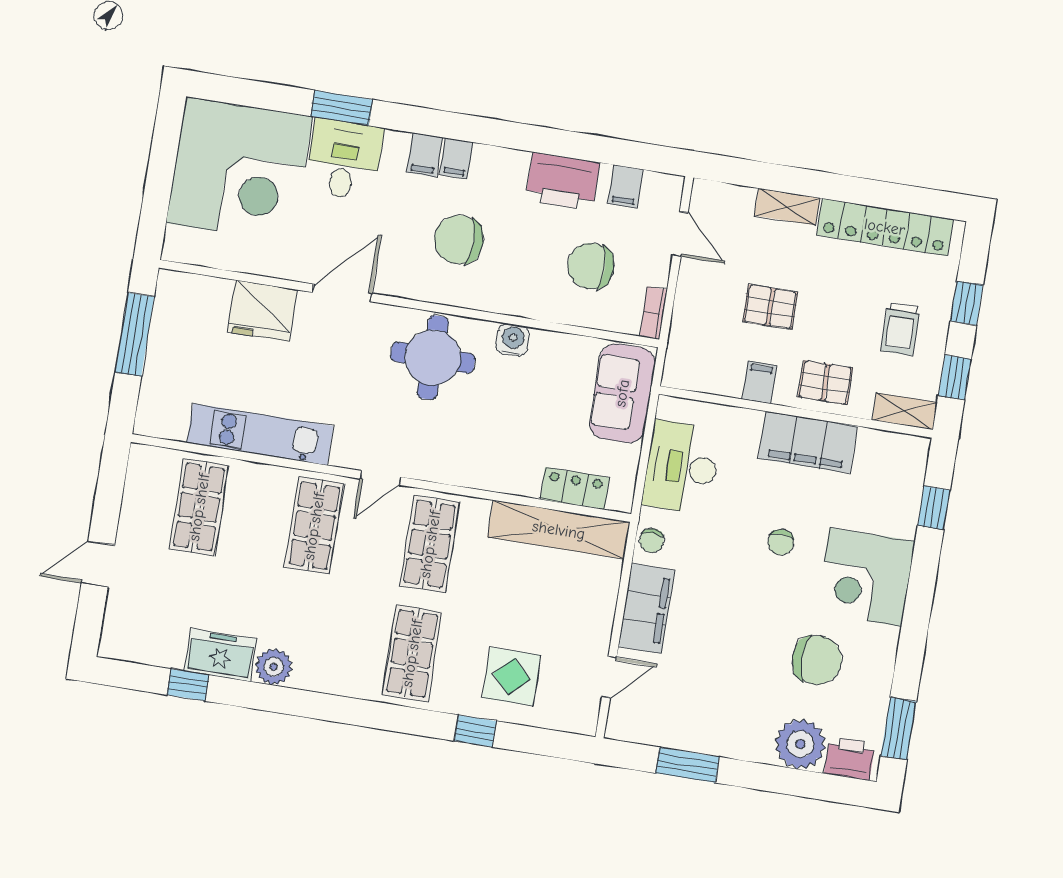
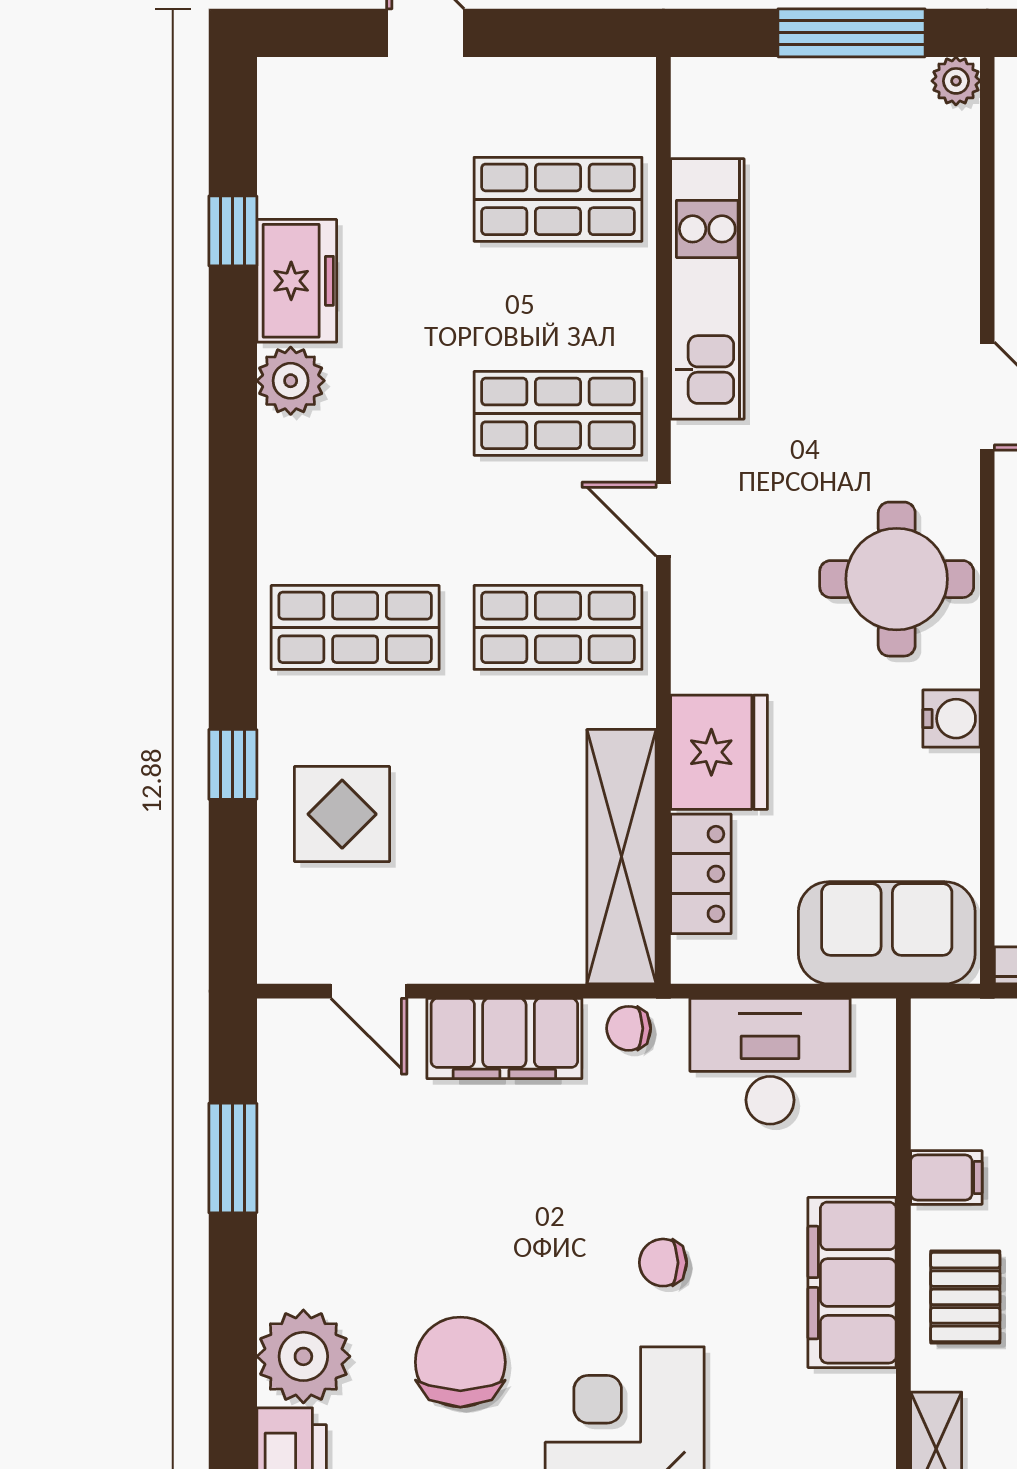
plant: (170, 283) -> (956, 81), added
fridge: (262, 311) -> (719, 752), moved, turned 180
chair: (817, 660) -> (460, 1362), turned 180

